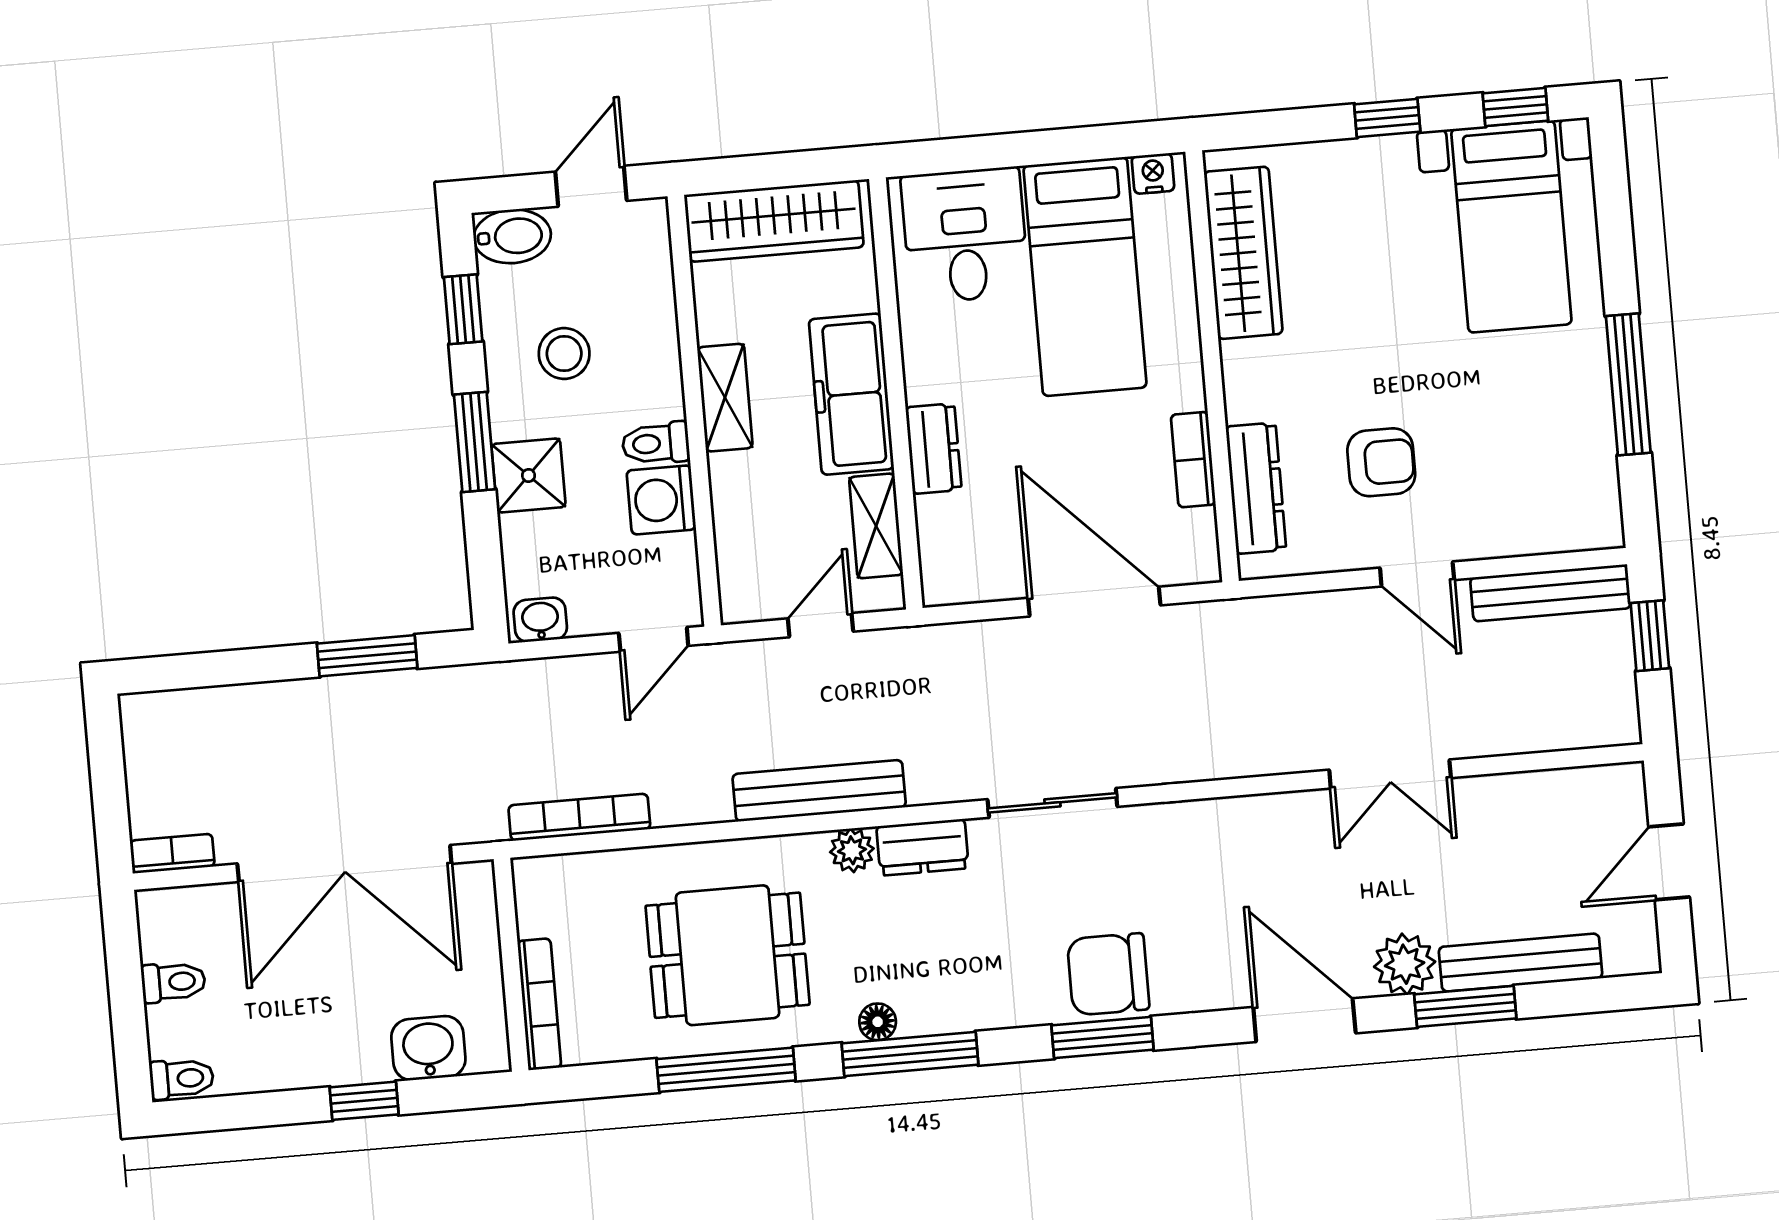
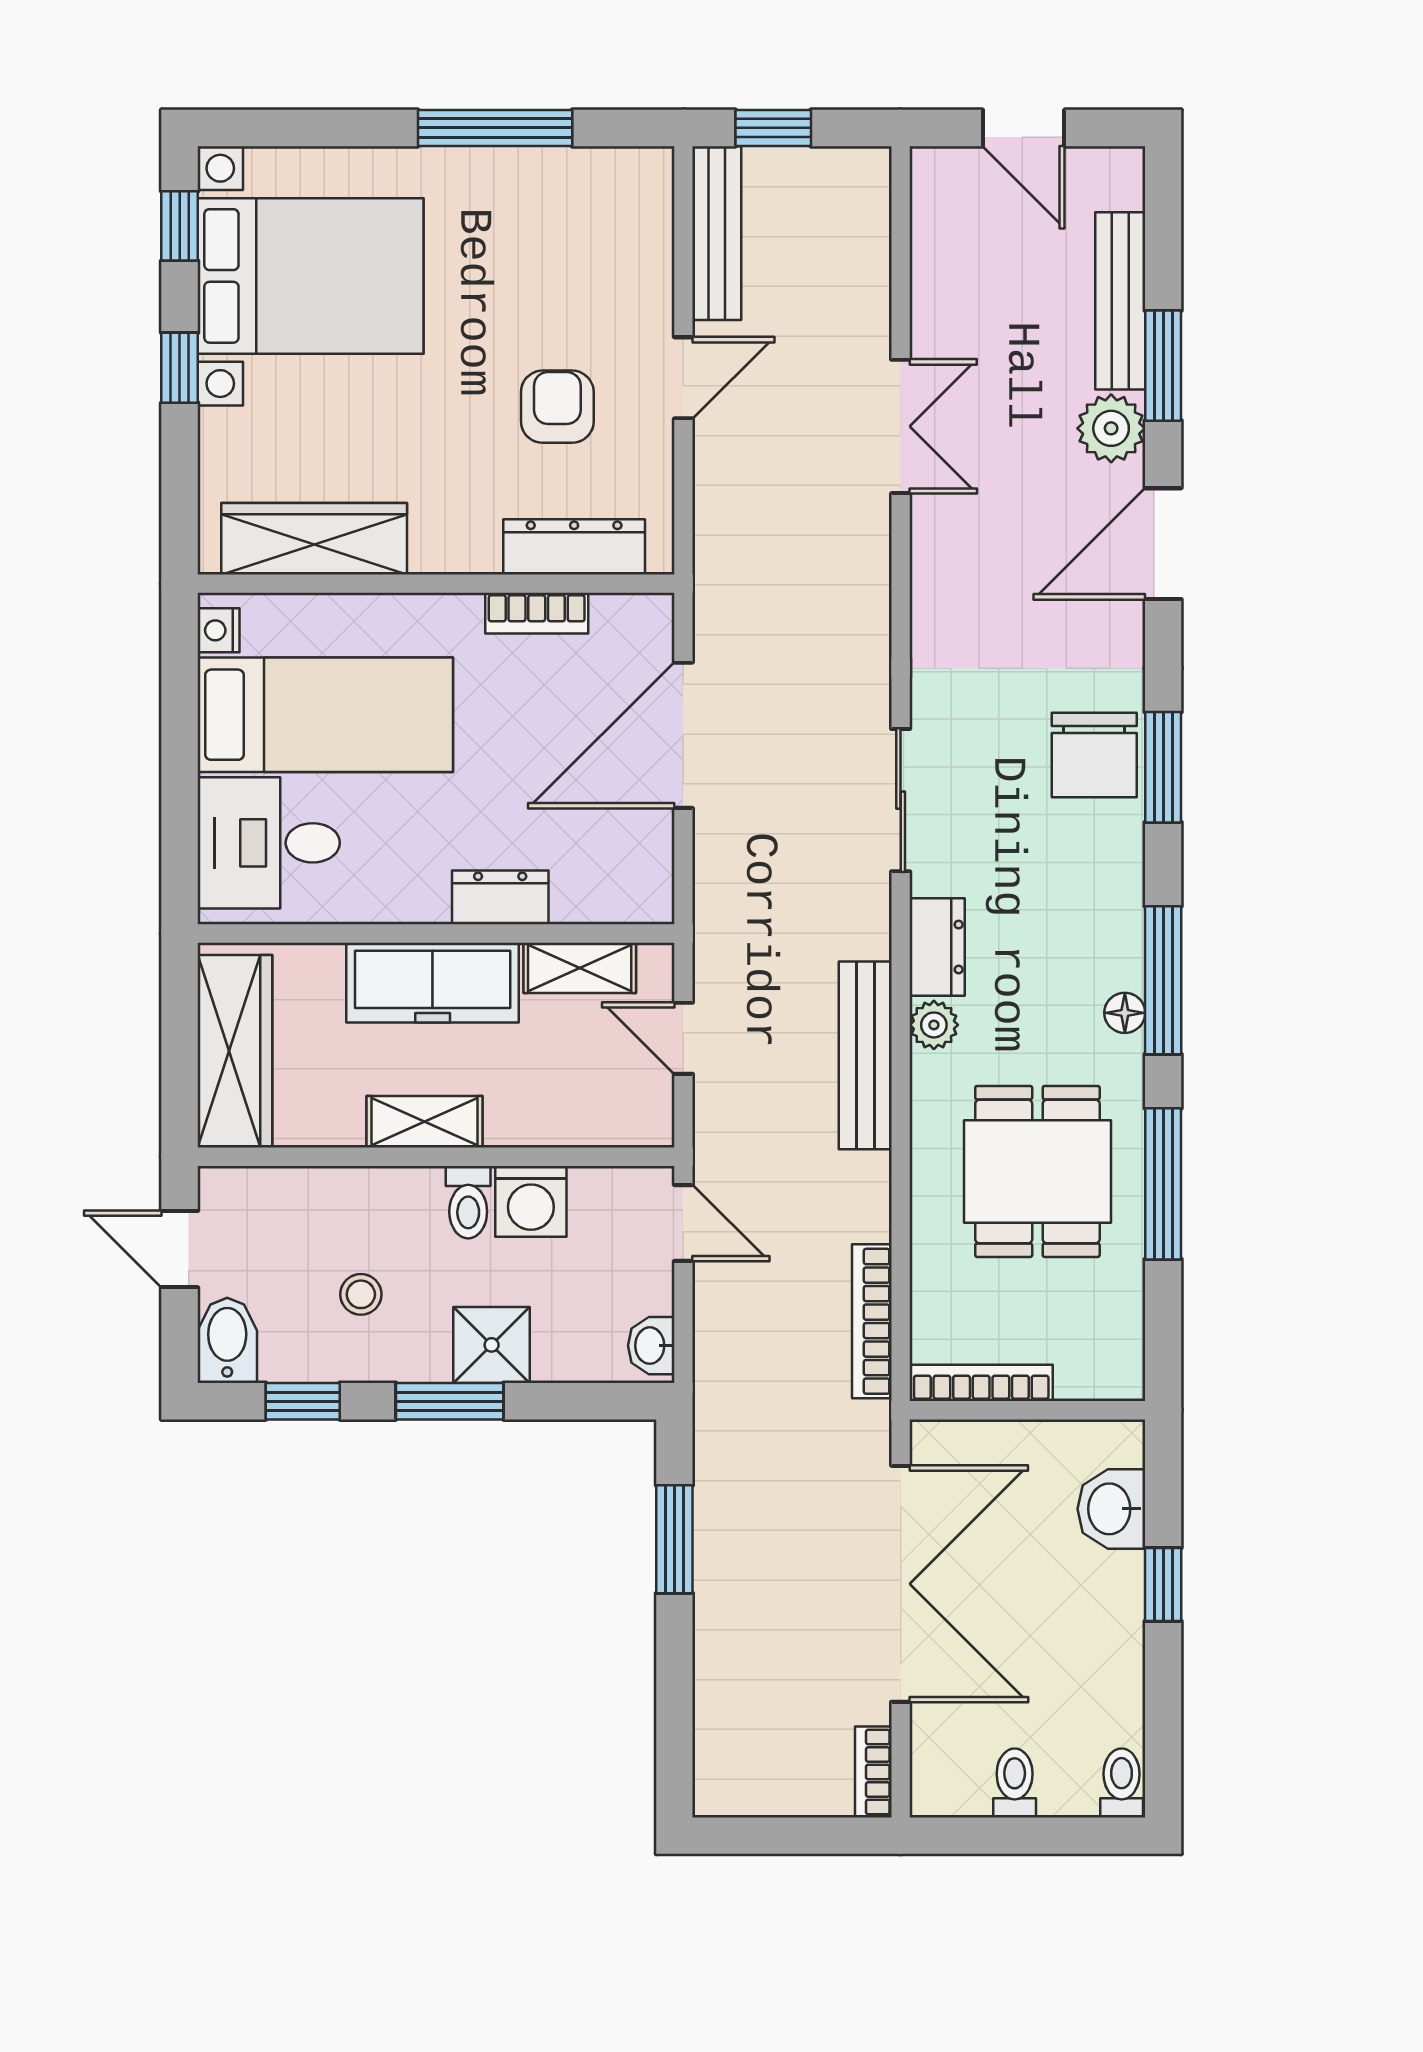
bed with nightstands: (1511, 226) -> (311, 276), width x1.36
stool: (564, 354) -> (361, 1294), width x0.73, depth x0.73
bookcase: (539, 1004) -> (981, 1383), moved

